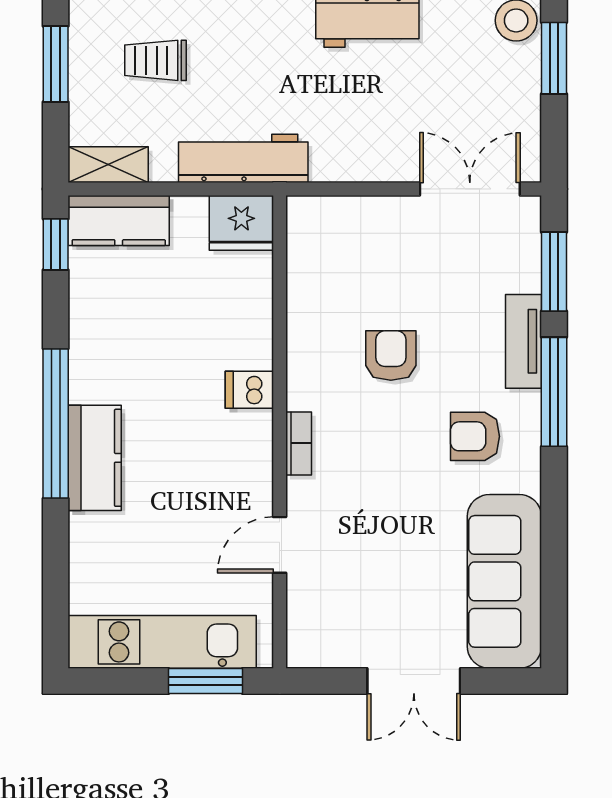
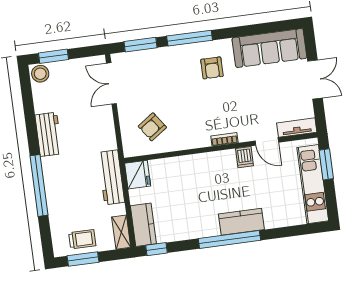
trolley: (156, 60) -> (82, 239), moved, turned -90
tv unit: (523, 341) -> (297, 128), moved, turned 180
armchair: (391, 356) -> (152, 127), moved, turned -35
dishwasher: (249, 390) -> (244, 157), moved

